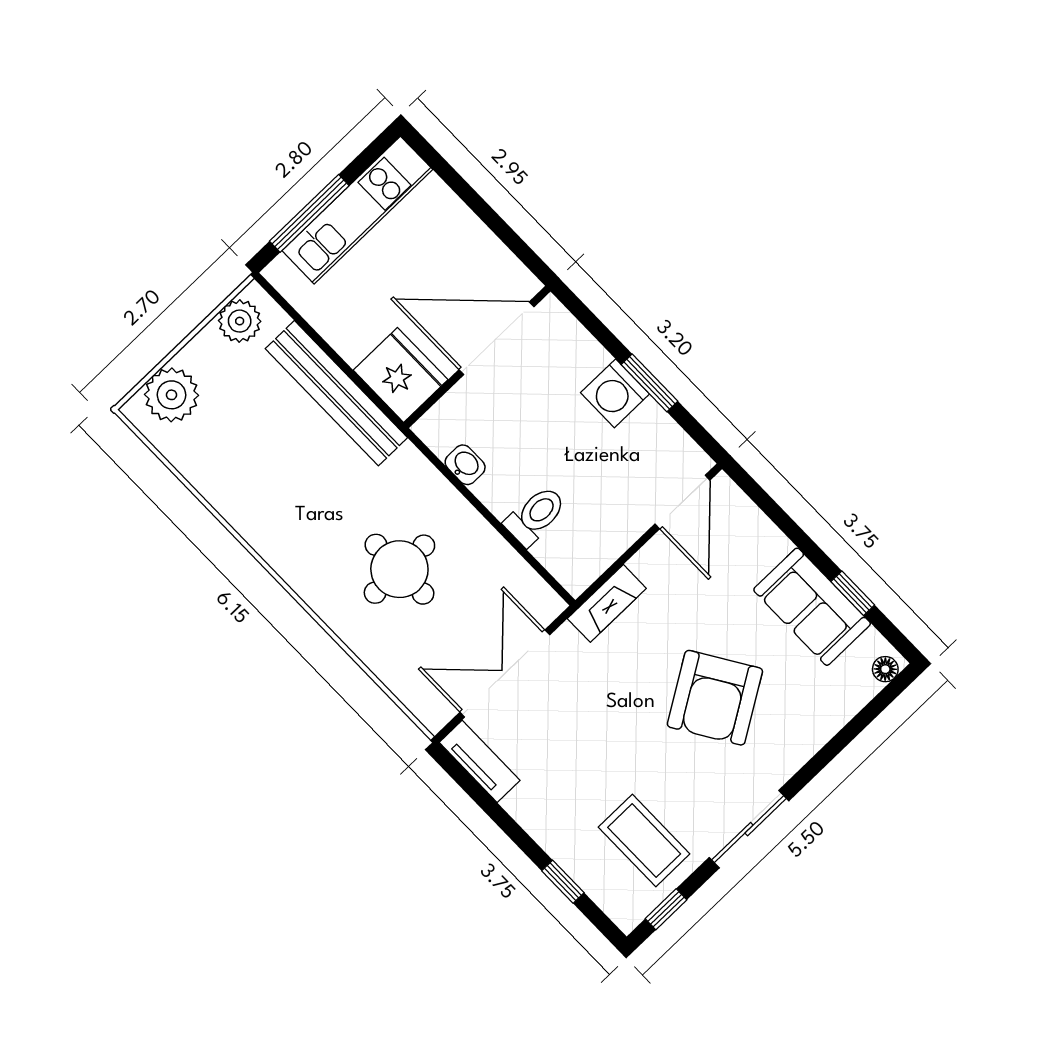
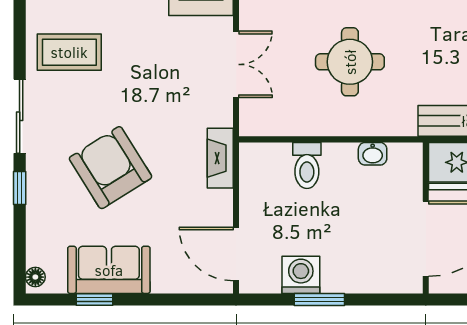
washing machine: (615, 393) -> (301, 275), moved
double door: (505, 673) -> (236, 64), width x0.73
window: (666, 909) -> (20, 188), moved

